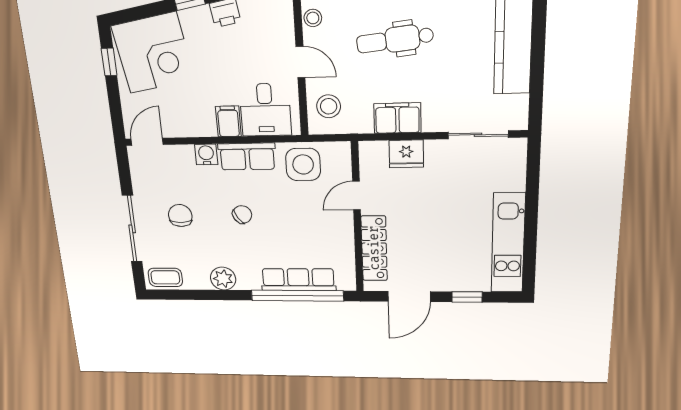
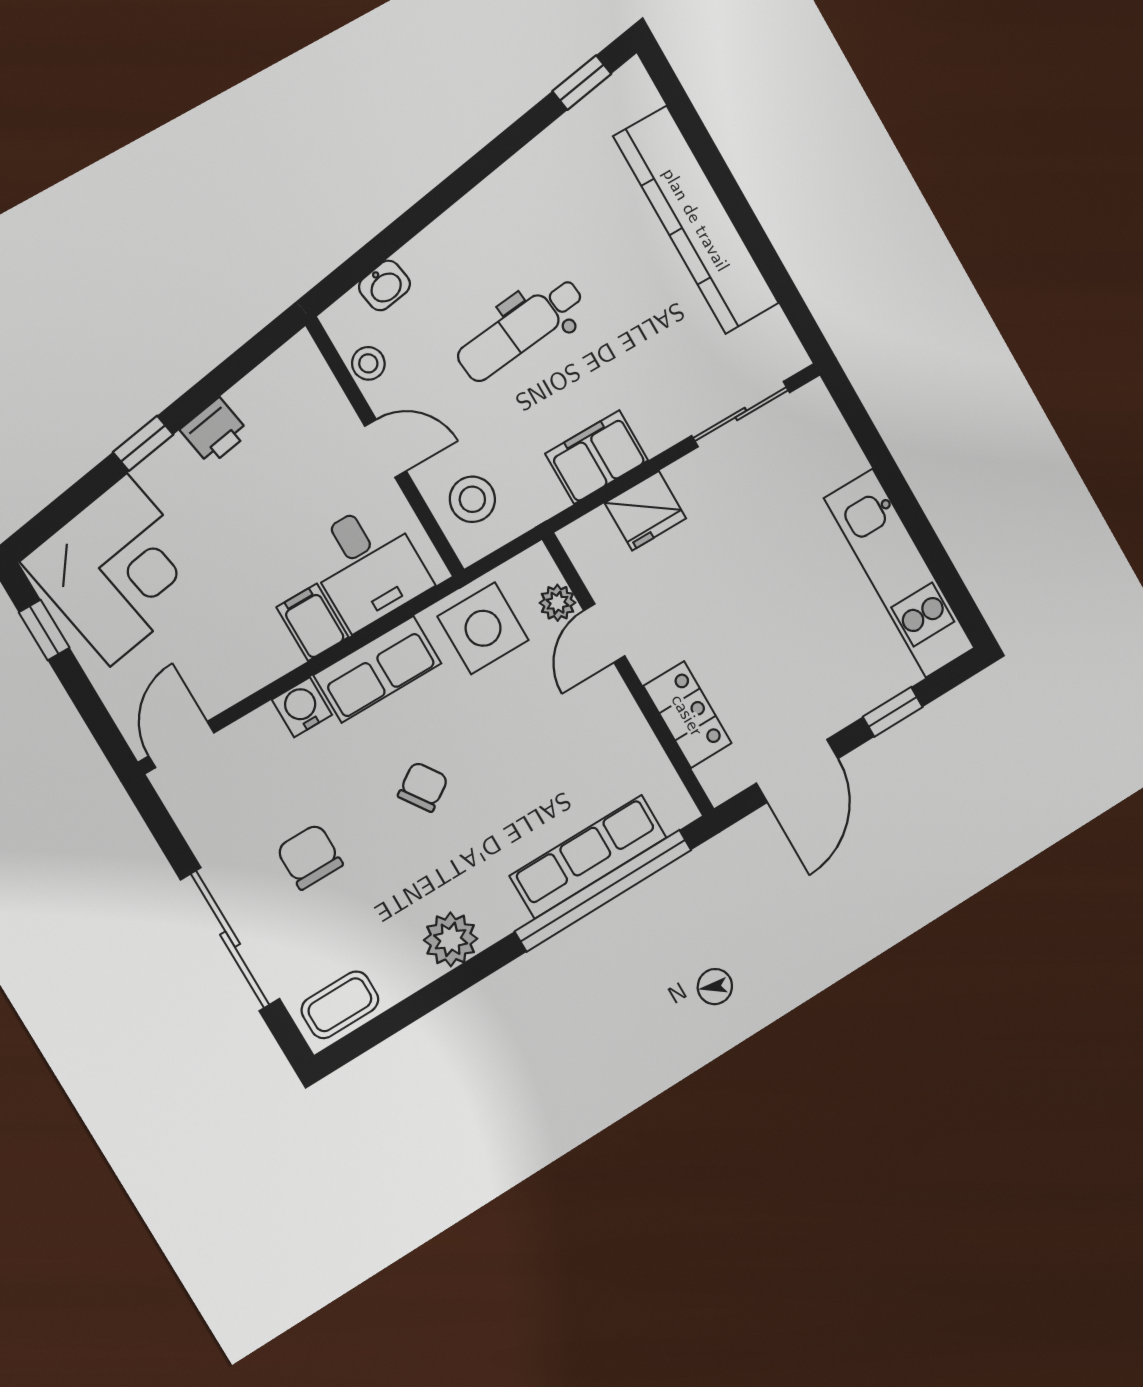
plant: (343, 172) -> (558, 603), added
locker: (374, 248) -> (687, 715), width x0.66

